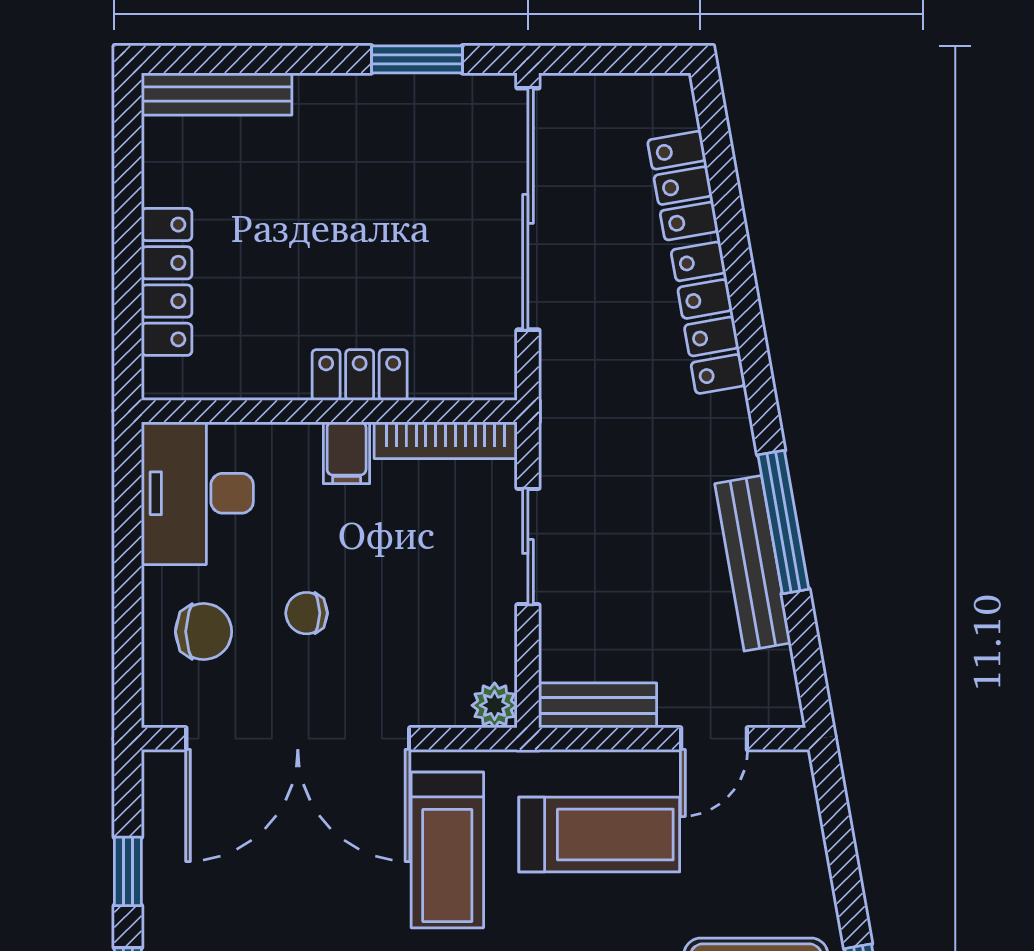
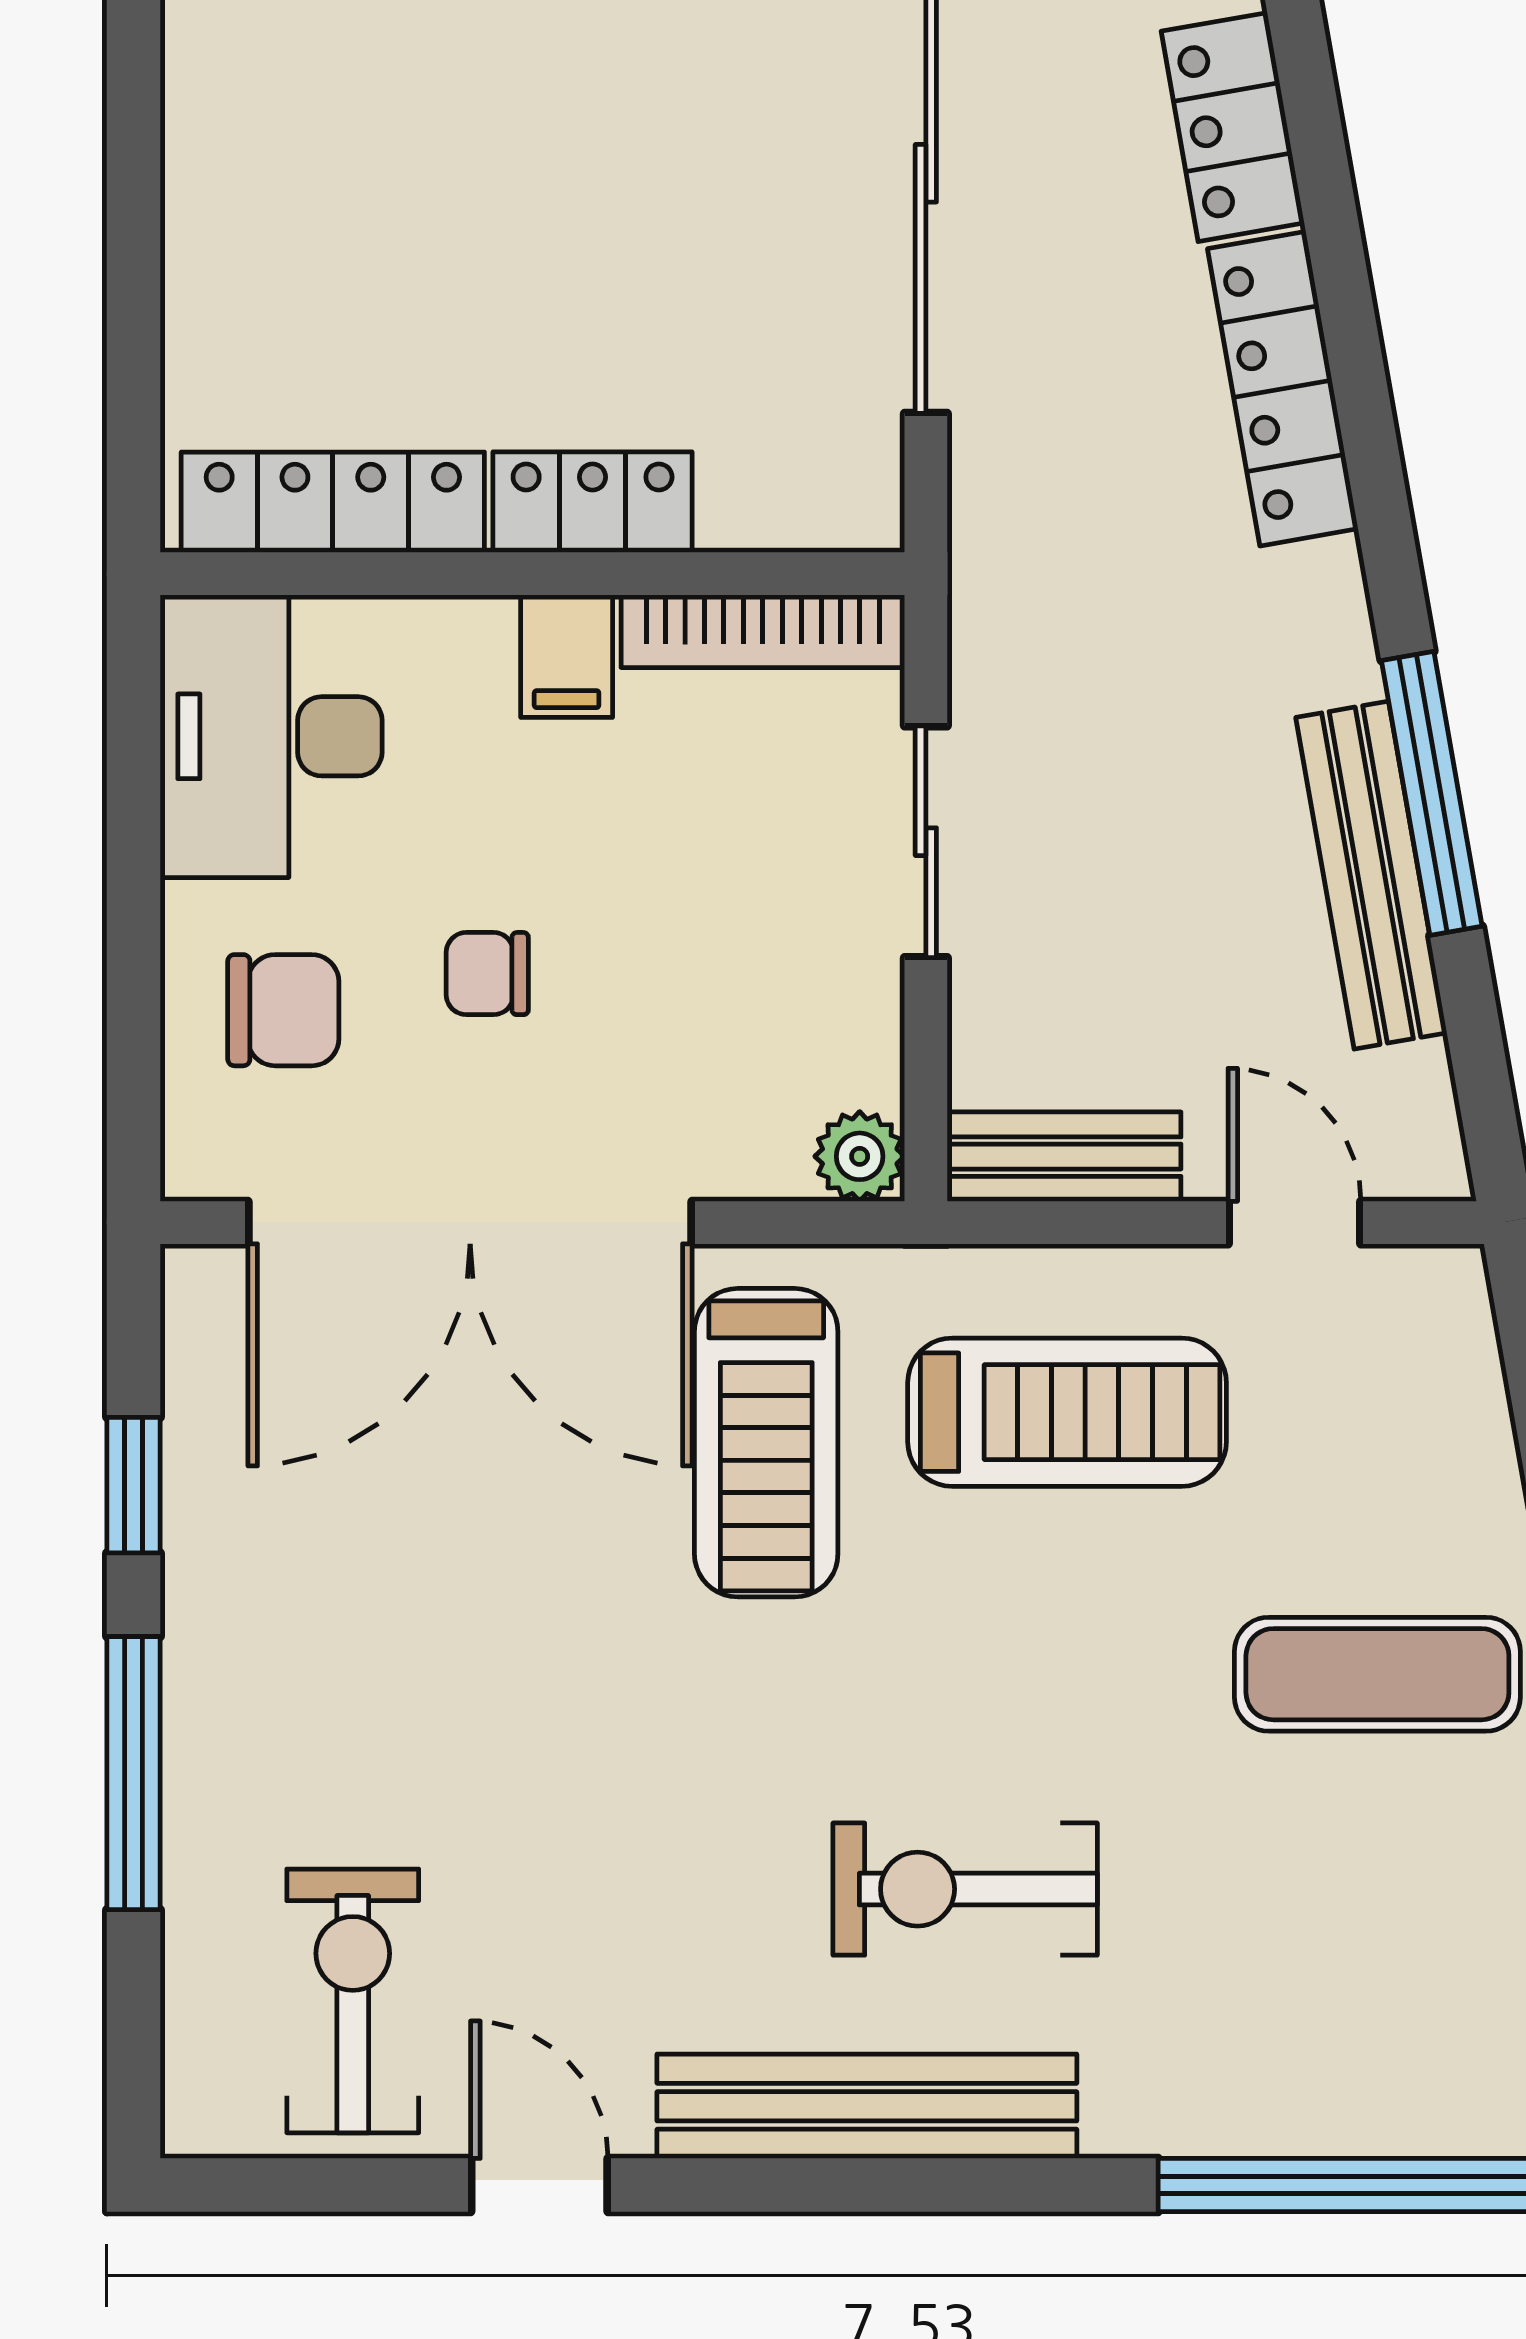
locker: (167, 282) -> (333, 502), moved, turned -90
door: (714, 739) -> (1294, 1223), swing flipped

